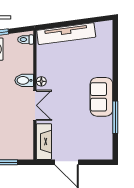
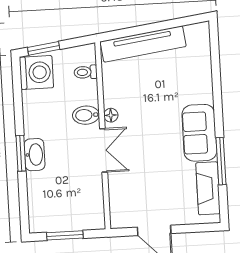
toilet: (26, 40) -> (86, 72), moved
fireplace: (44, 142) -> (208, 188), moved, turned 180

